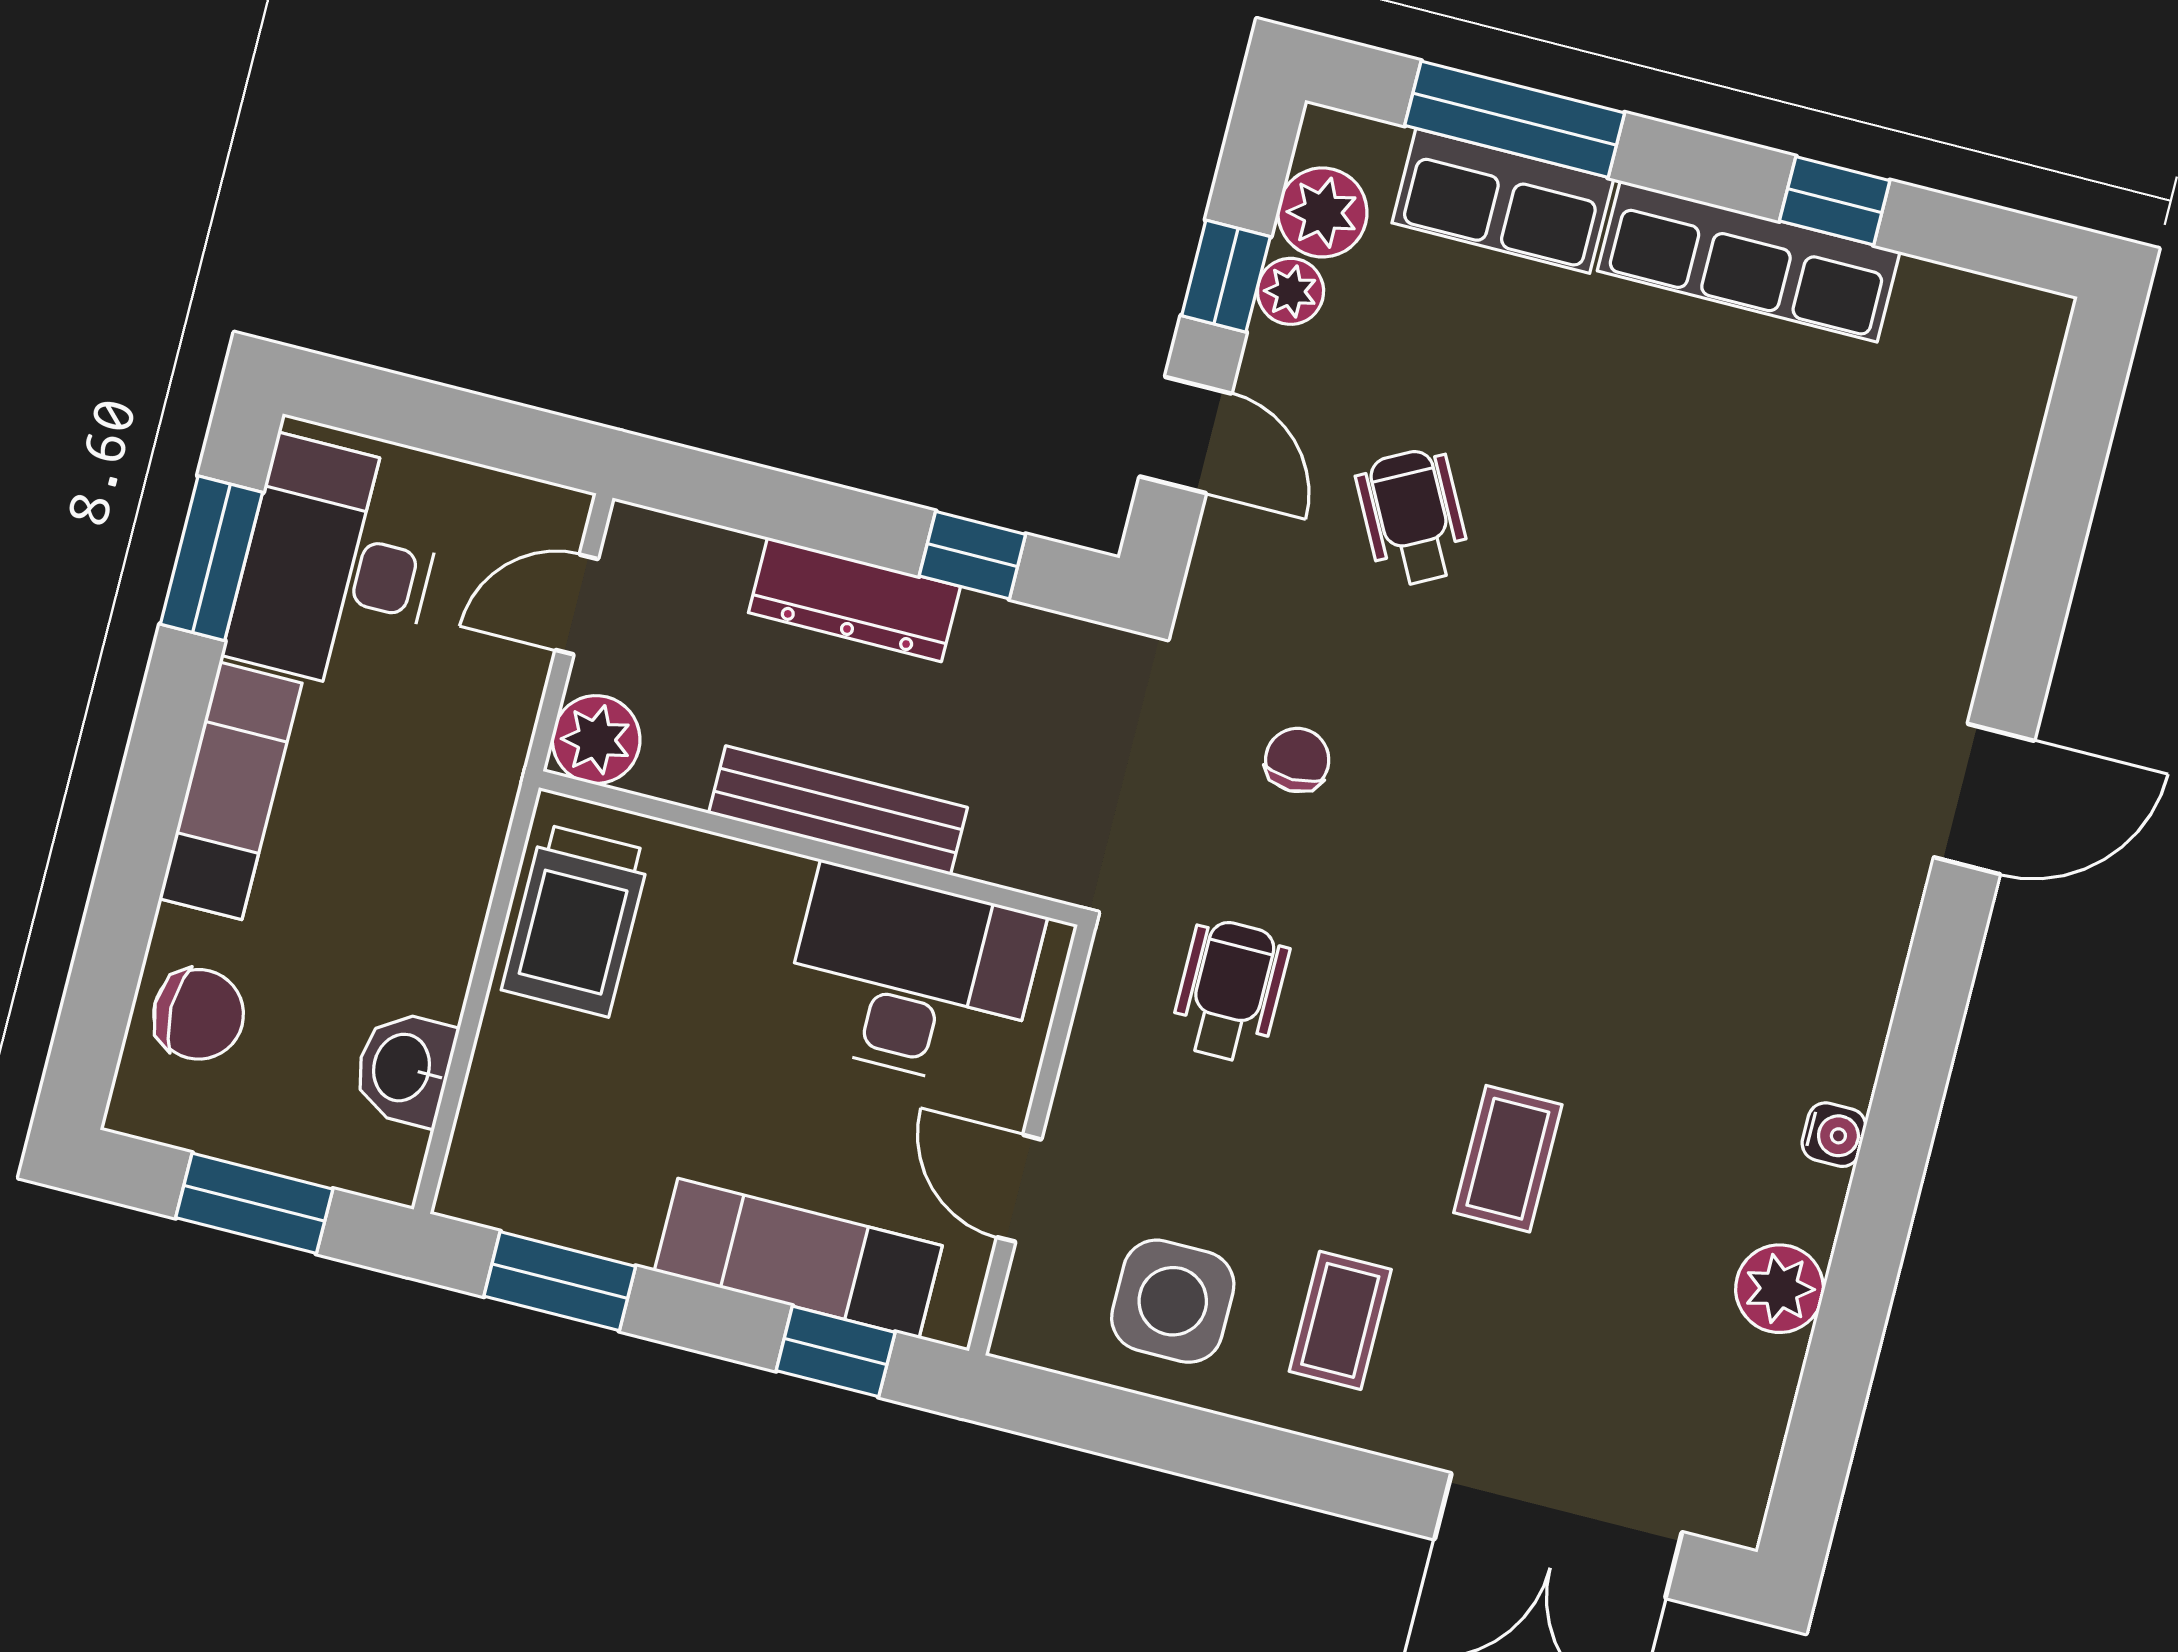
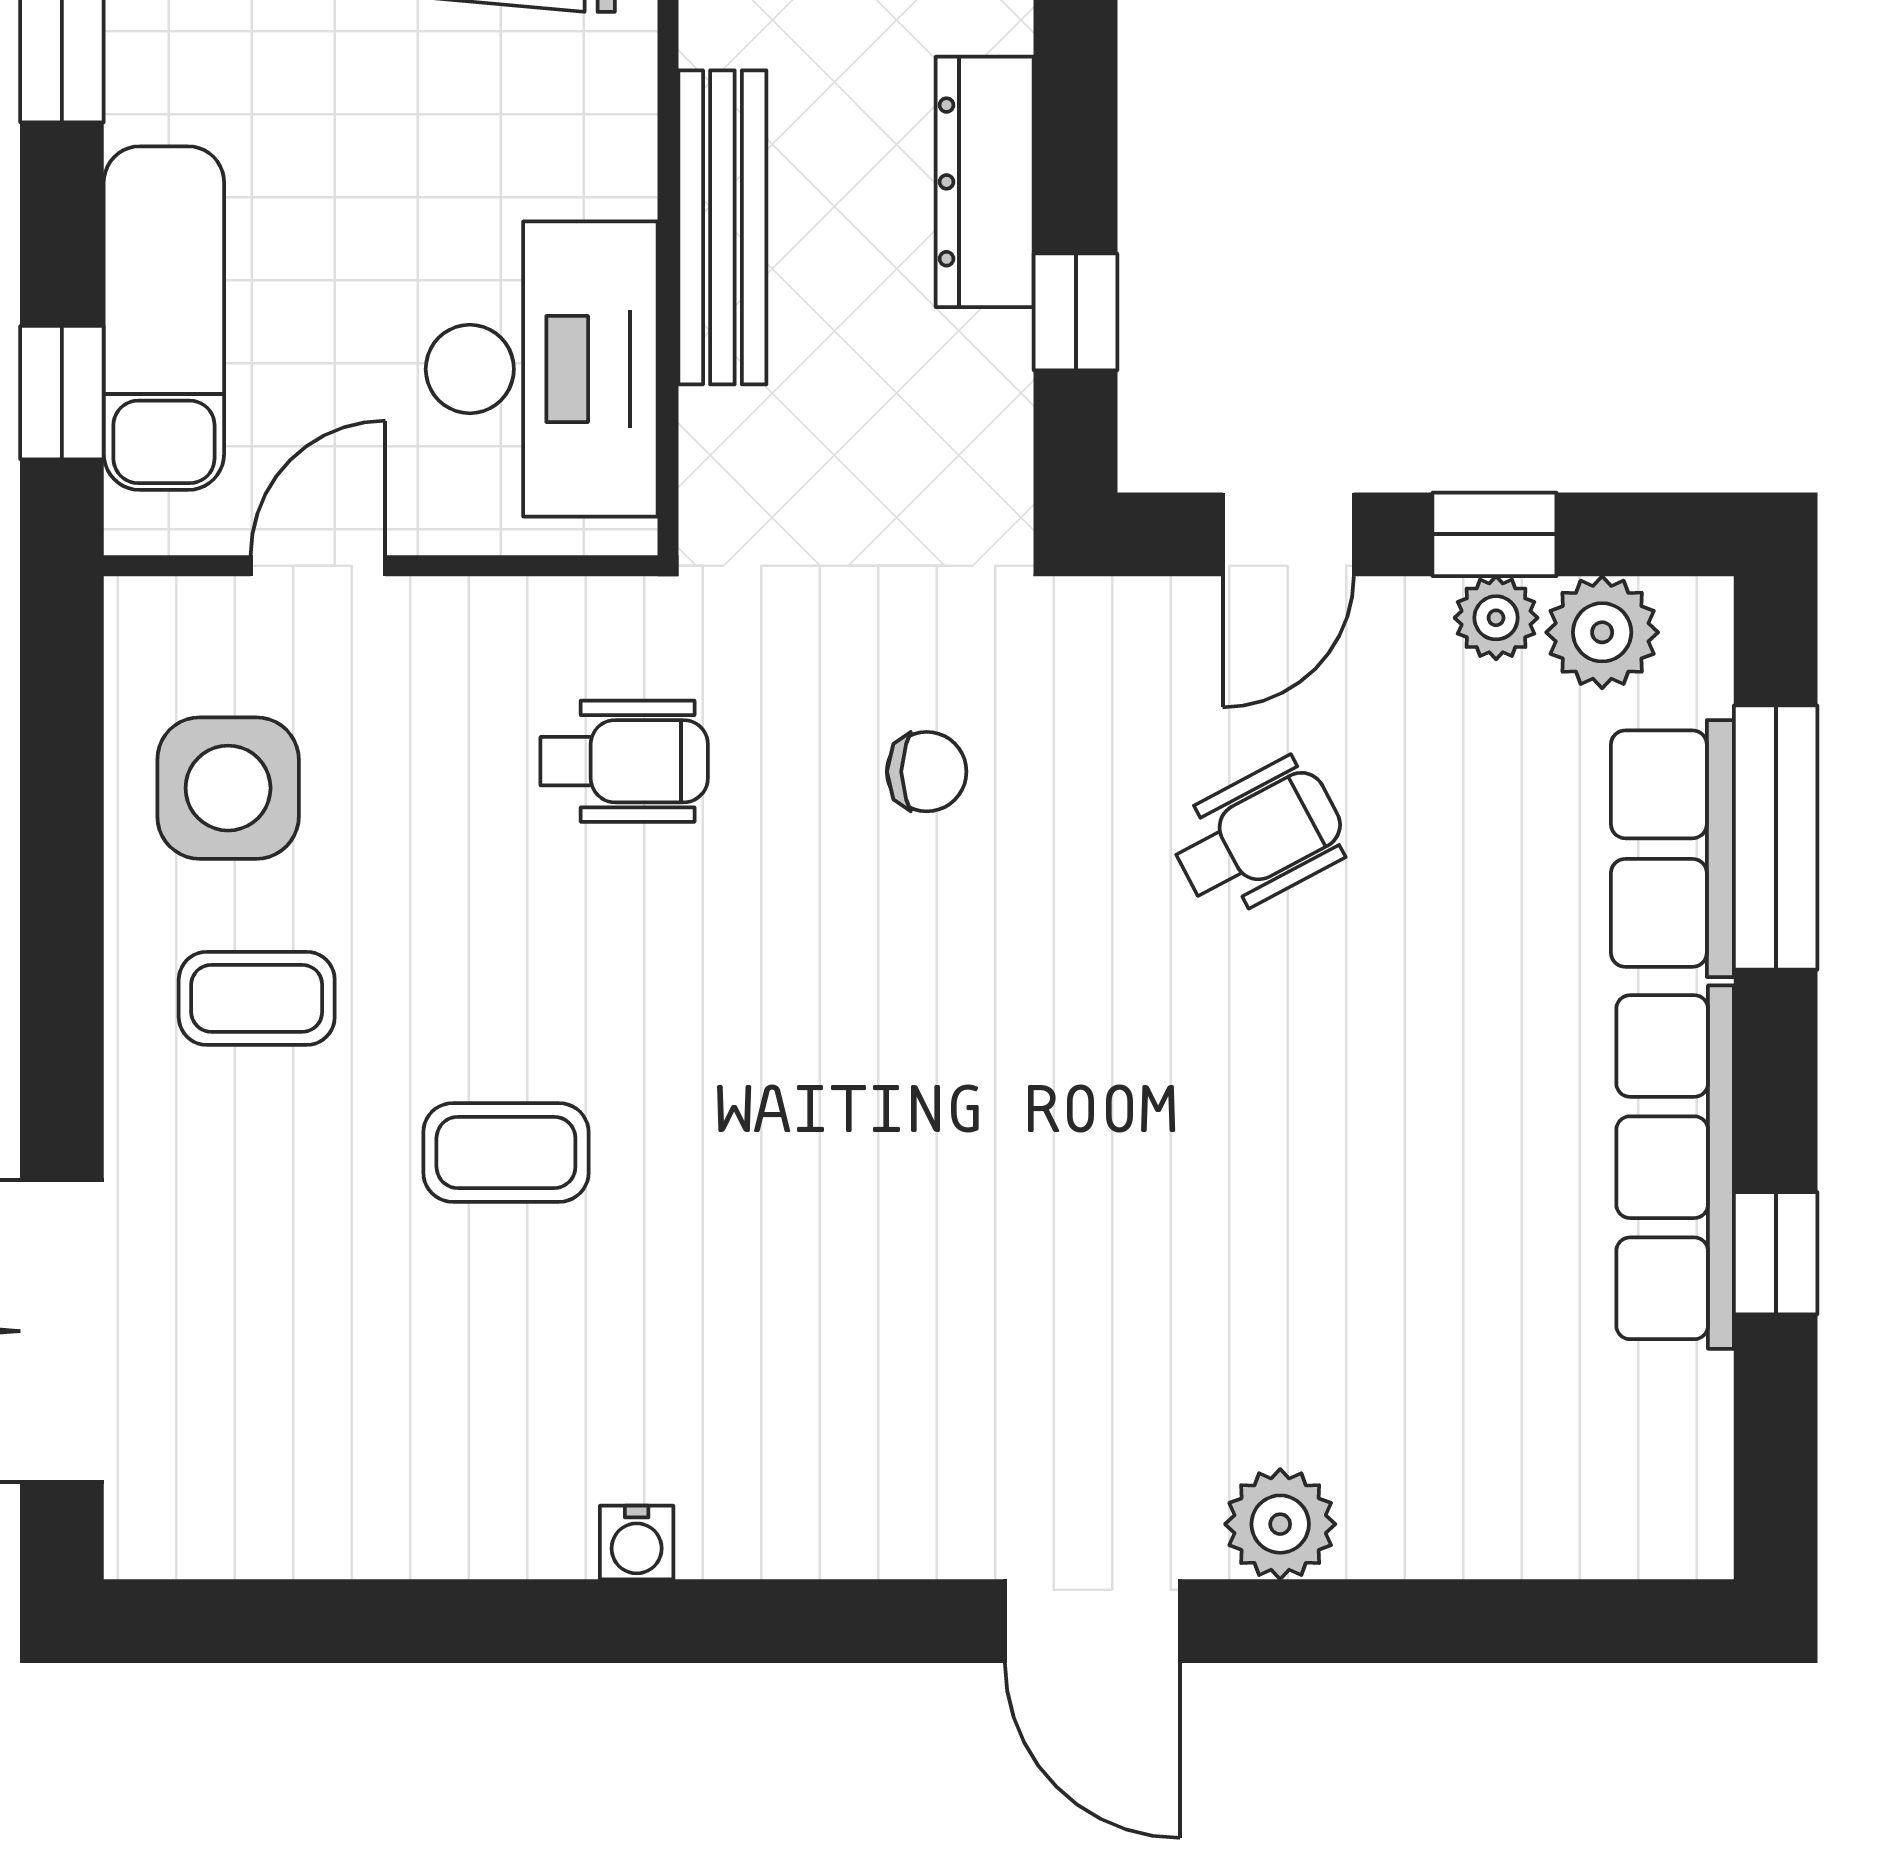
plant: (1780, 1289) -> (1280, 1524), moved

